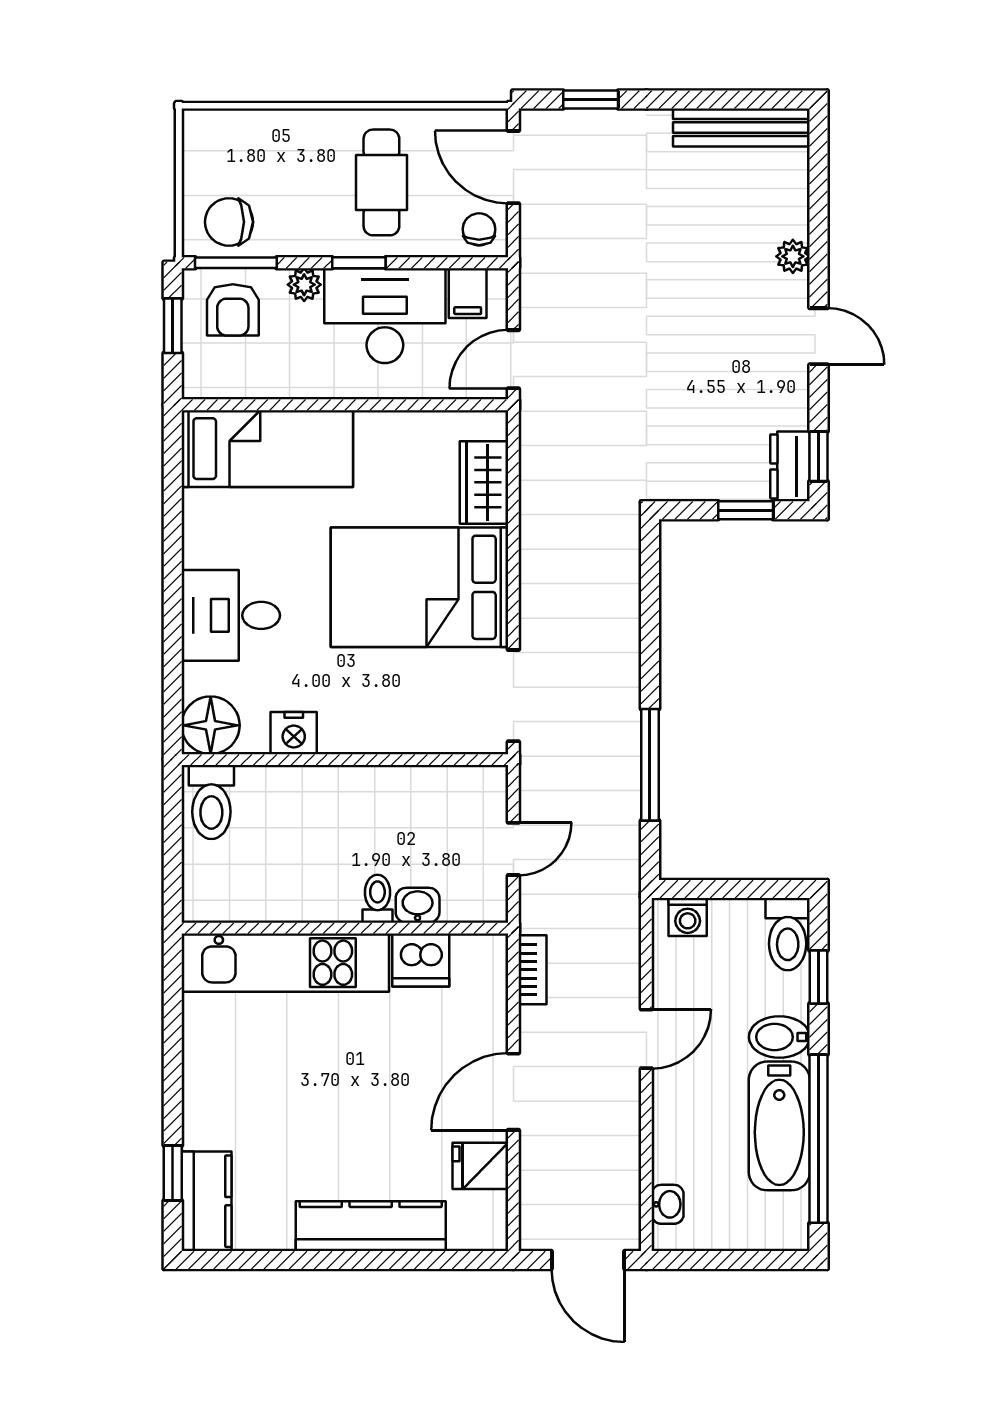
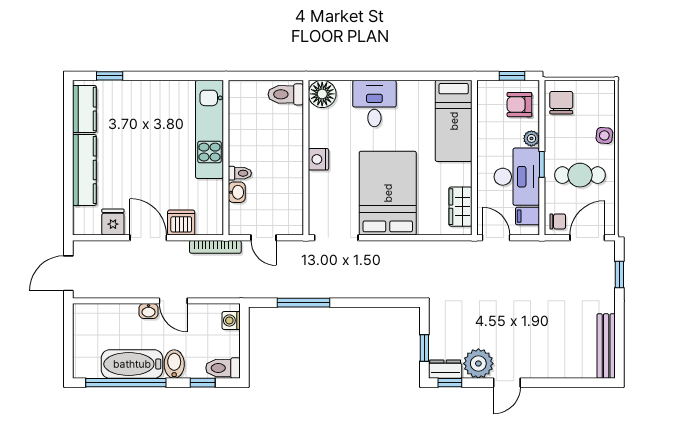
side table: (298, 131) -> (604, 135), added
plant: (793, 256) -> (478, 364), moved, width x1.88, depth x1.88
window: (236, 263) -> (542, 106), removed
wardrobe: (484, 482) -> (460, 207), moved, turned -90
nightstand: (294, 733) -> (319, 159), moved
dishwasher: (421, 960) -> (181, 223), moved, turned 90
bookcase: (533, 970) -> (215, 247), width x1.56
kitchen counter: (207, 1201) -> (84, 109), moved, turned -90
washbasin: (668, 1204) -> (148, 311), moved

